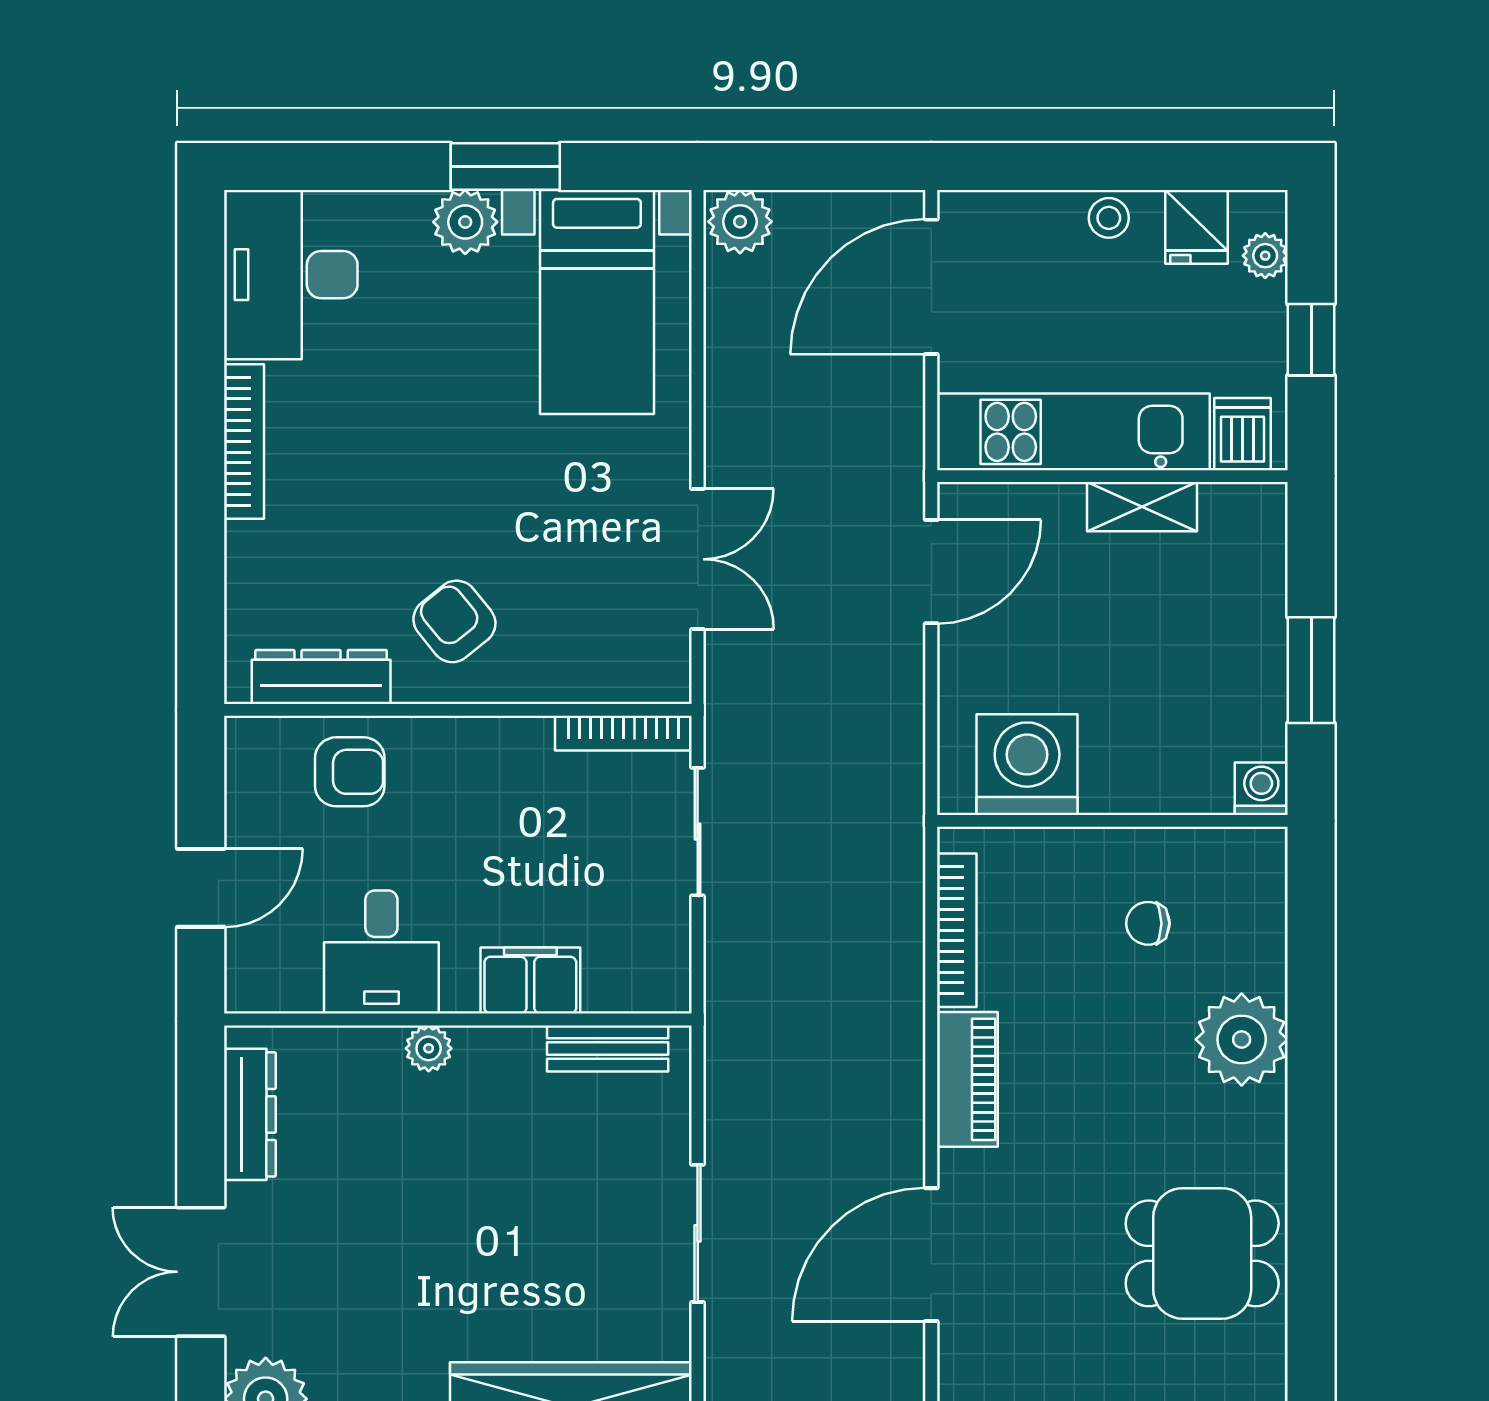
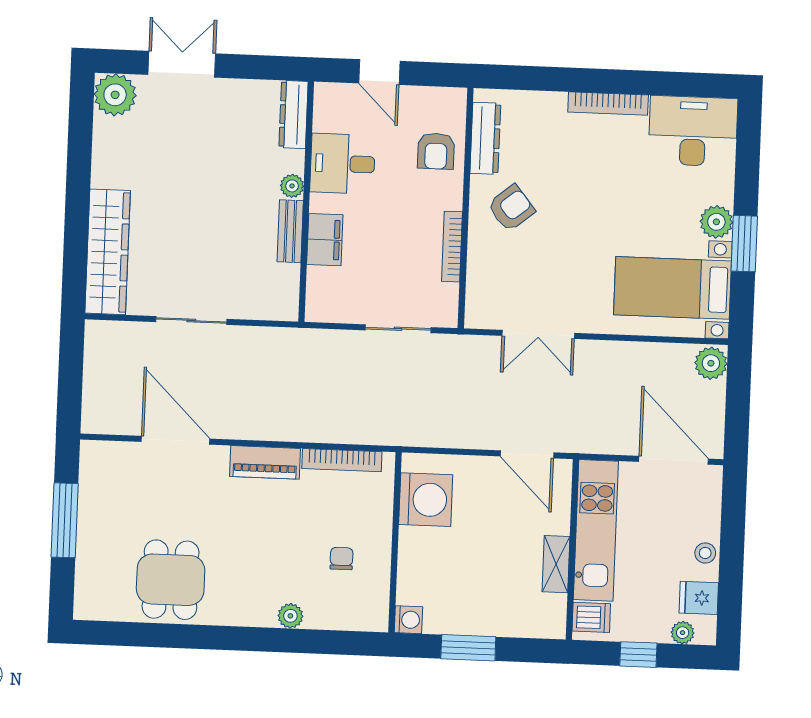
bookcase: (623, 733) -> (452, 247), moved
plant: (1242, 1039) -> (290, 616), width x0.53, depth x0.53
bench: (608, 1048) -> (290, 231), moved
dresser: (250, 1114) -> (293, 115), moved, turned 90

